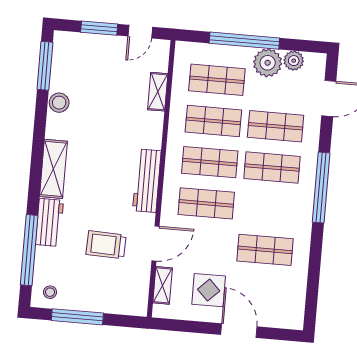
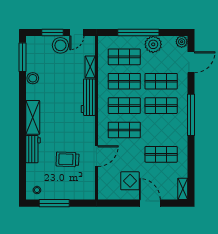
stool: (111, 51) -> (60, 45), added
plant: (294, 61) -> (182, 42), moved
workbench: (147, 181) -> (88, 97), moved
window: (29, 250) -> (23, 166), removed
shelving: (163, 285) -> (183, 189), moved

